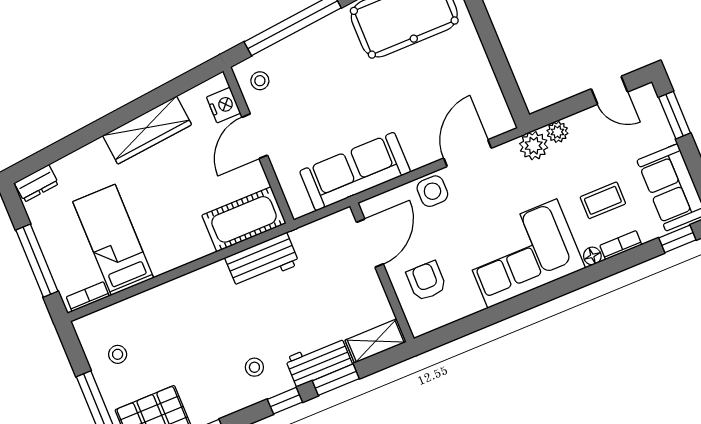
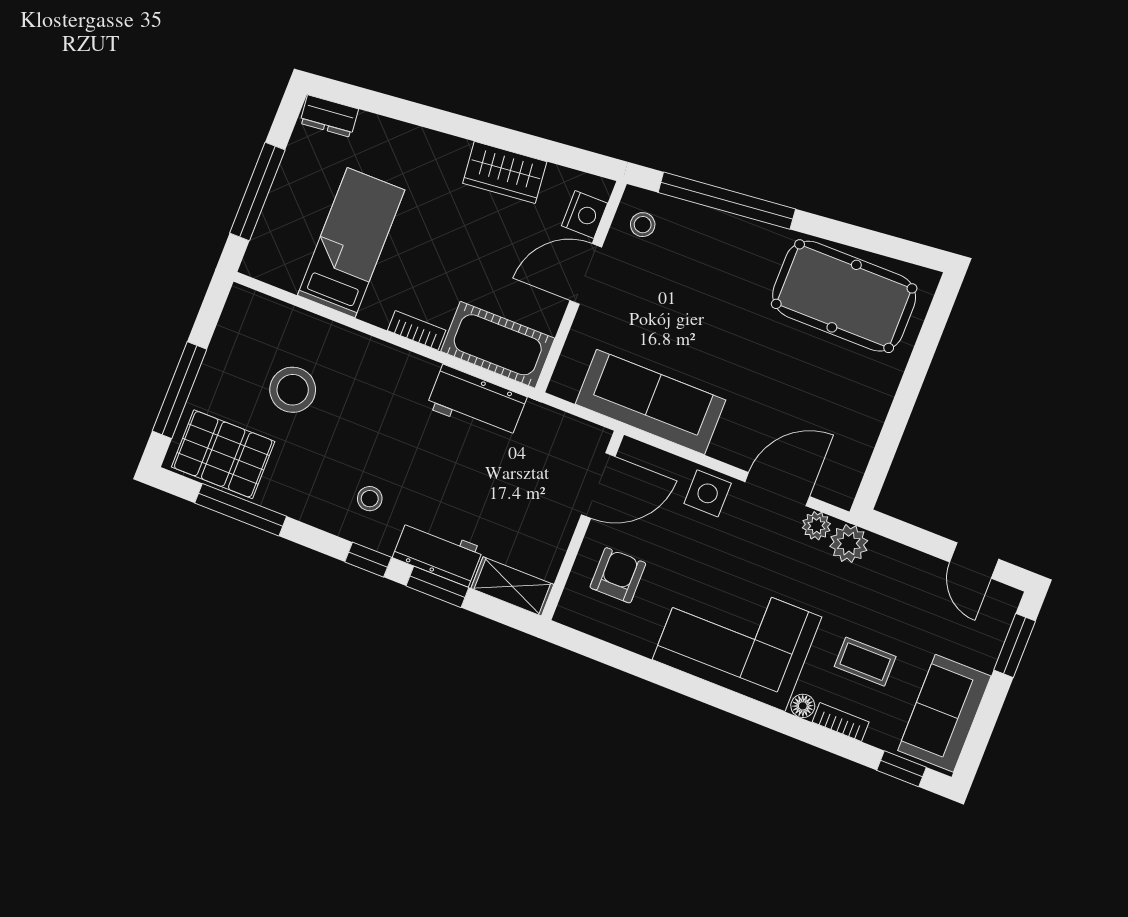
wardrobe: (147, 130) -> (505, 172), width x0.67
plant: (557, 132) -> (816, 526), moved
bookcase: (88, 297) -> (417, 330), moved
stool: (118, 354) -> (293, 390), moved, width x1.89, depth x1.89

